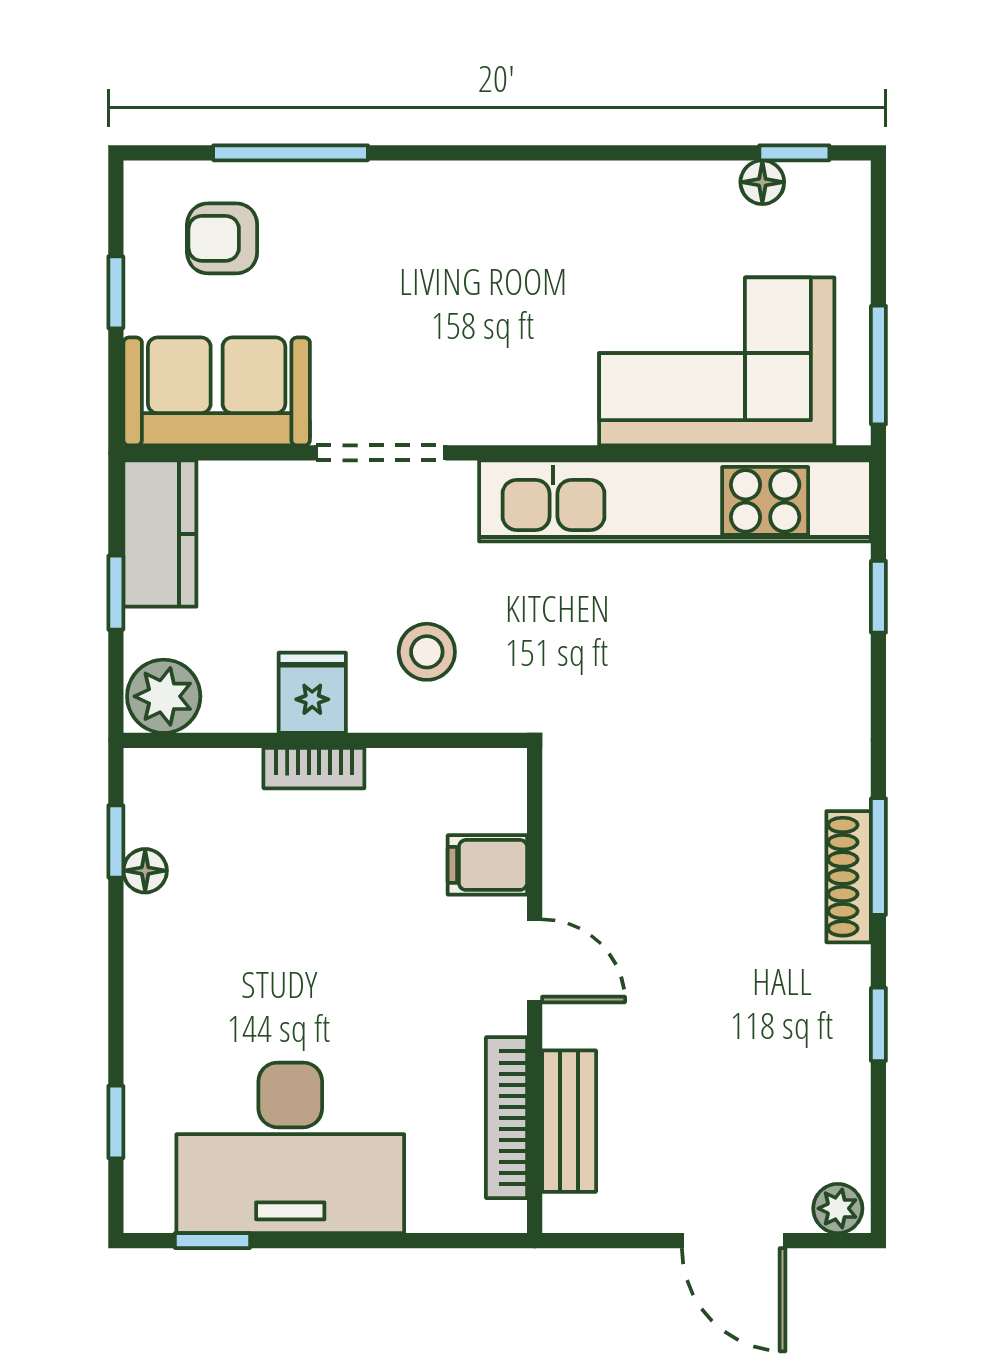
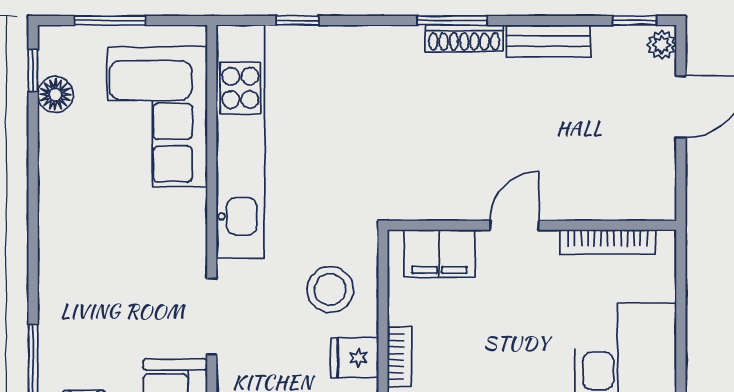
floor lamp: (762, 182) -> (55, 94), width x1.37, depth x1.37
window: (878, 365) -> (110, 20), moved
stool: (427, 652) -> (330, 289), width x1.38, depth x1.38
filing cabinet: (487, 865) -> (439, 253), width x2.00
window: (878, 1024) -> (635, 20), moved
bench: (569, 1121) -> (548, 41), moved

